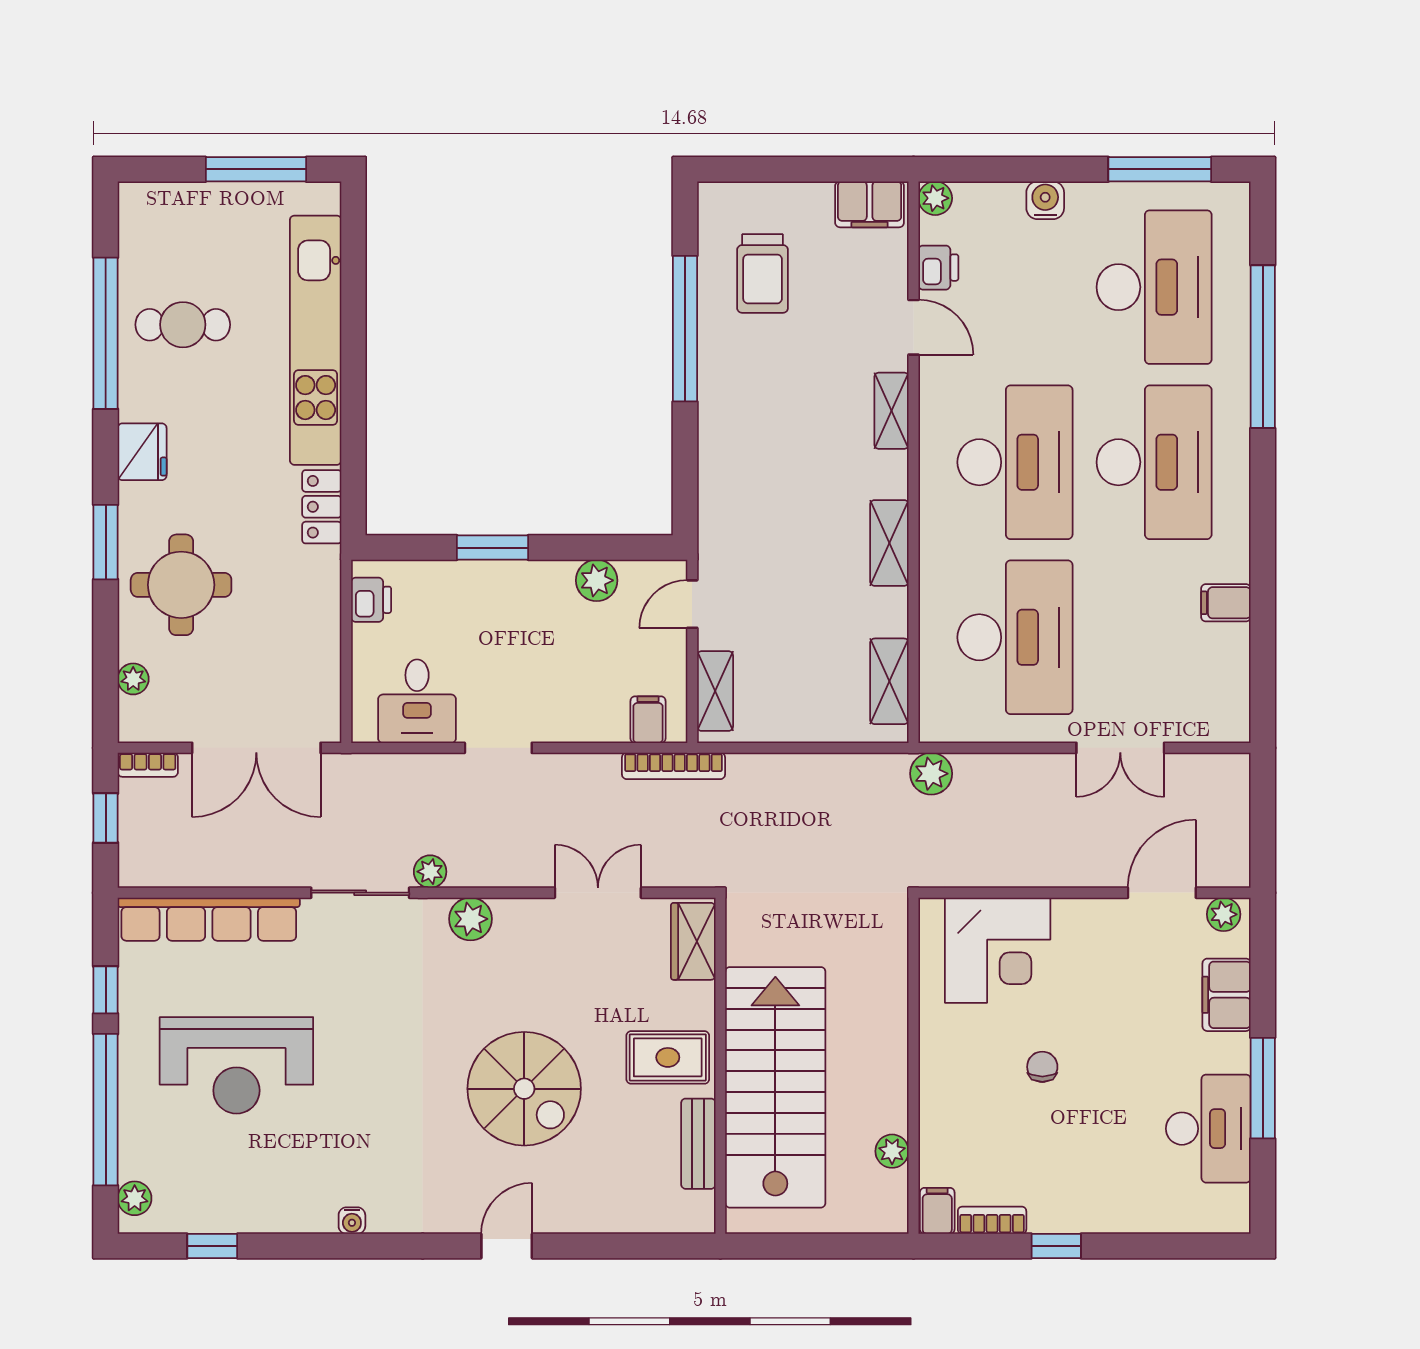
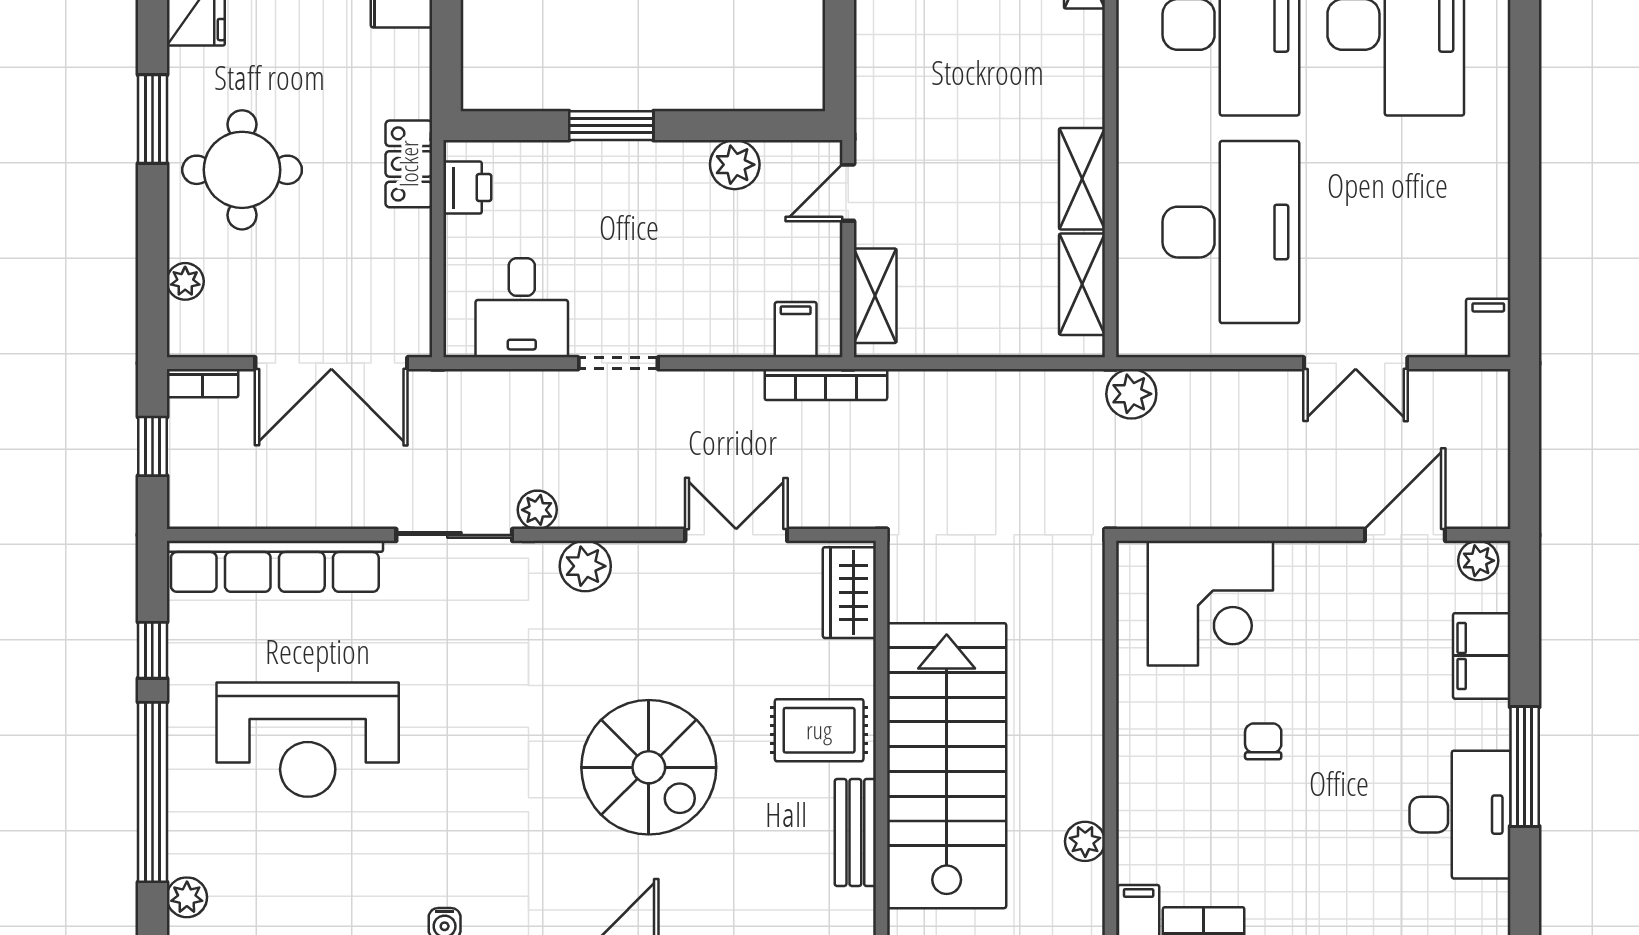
locker: (322, 507) -> (409, 164), moved
shelving: (889, 543) -> (1082, 179), moved
filing cabinet: (1226, 603) -> (1488, 328), moved, turned 90

